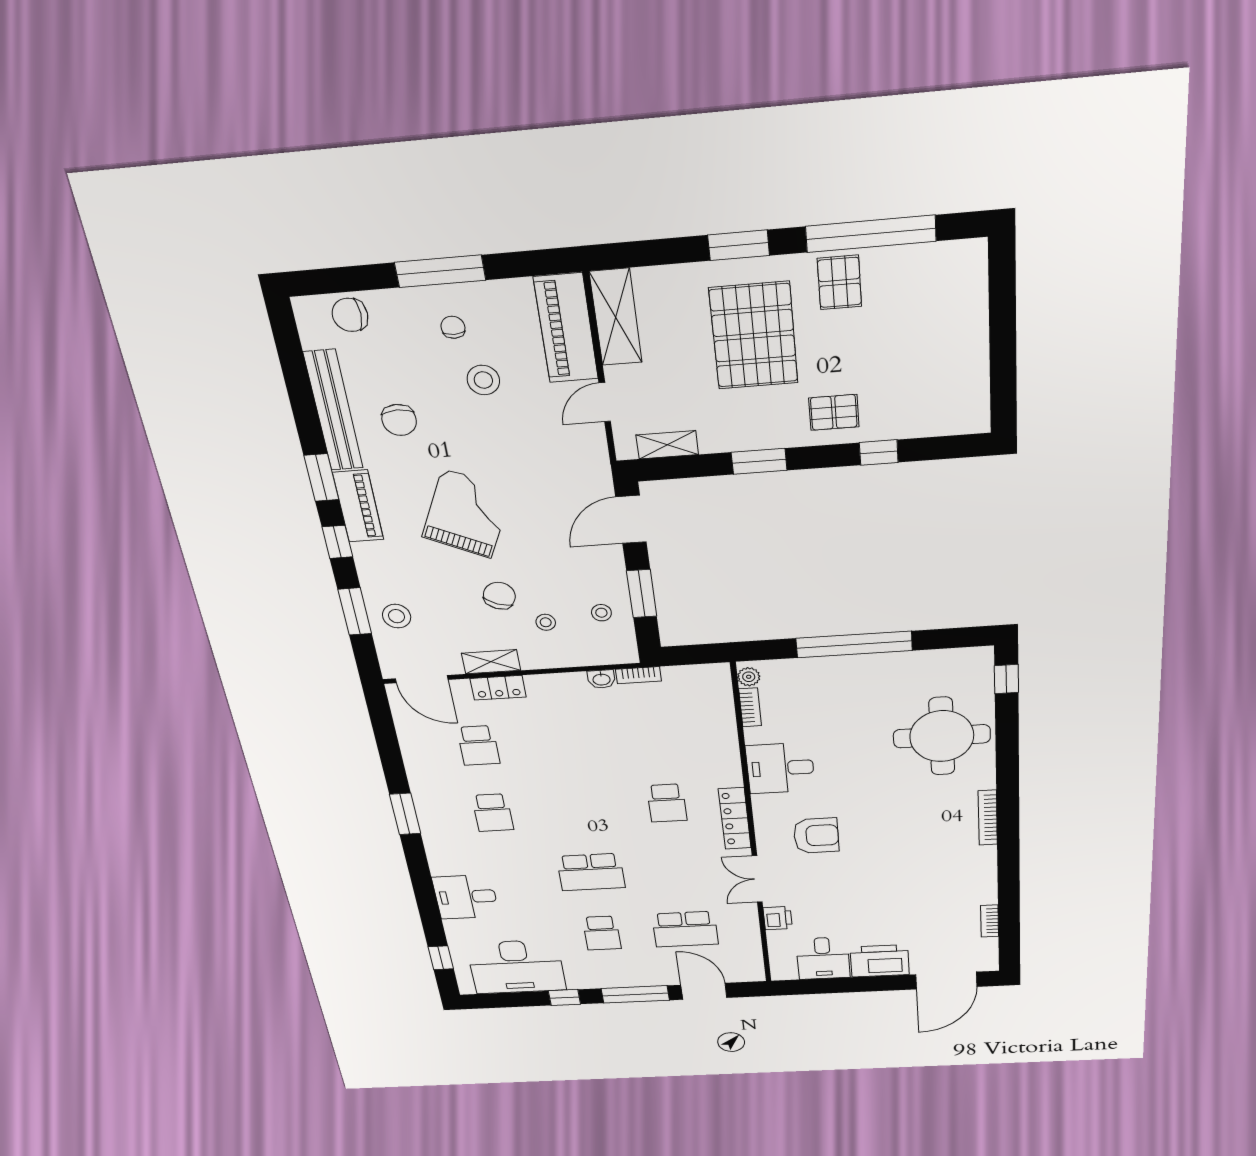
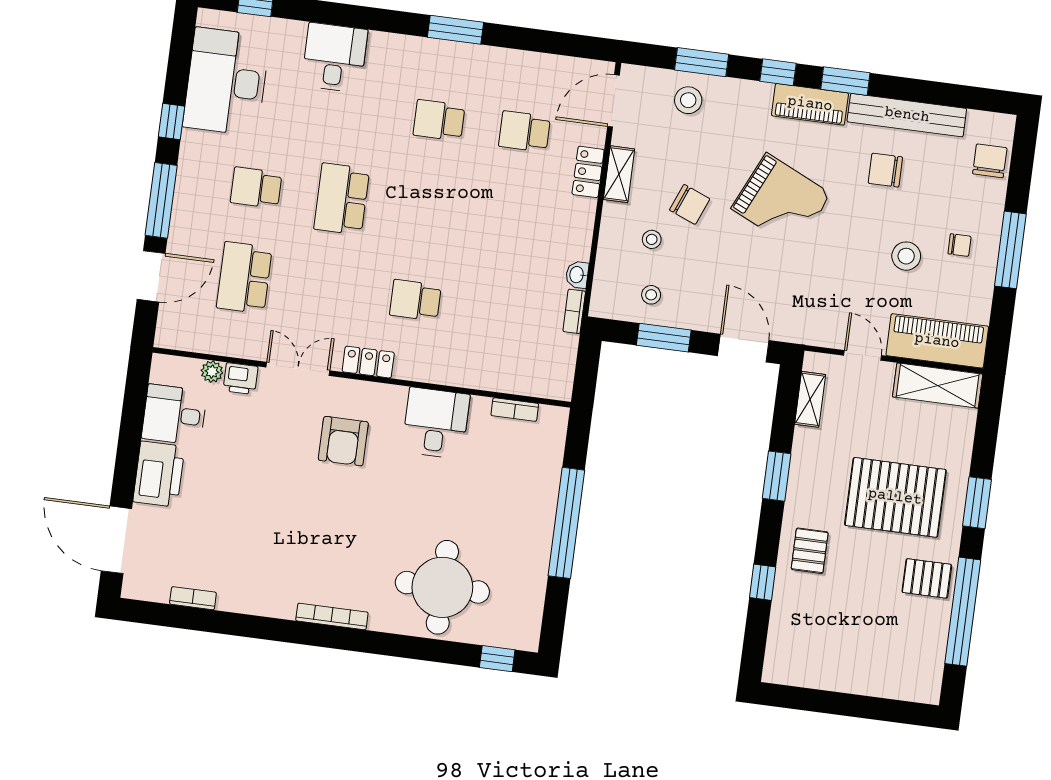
plant: (749, 677) -> (212, 372), moved
locker: (735, 819) -> (368, 362), width x0.66

